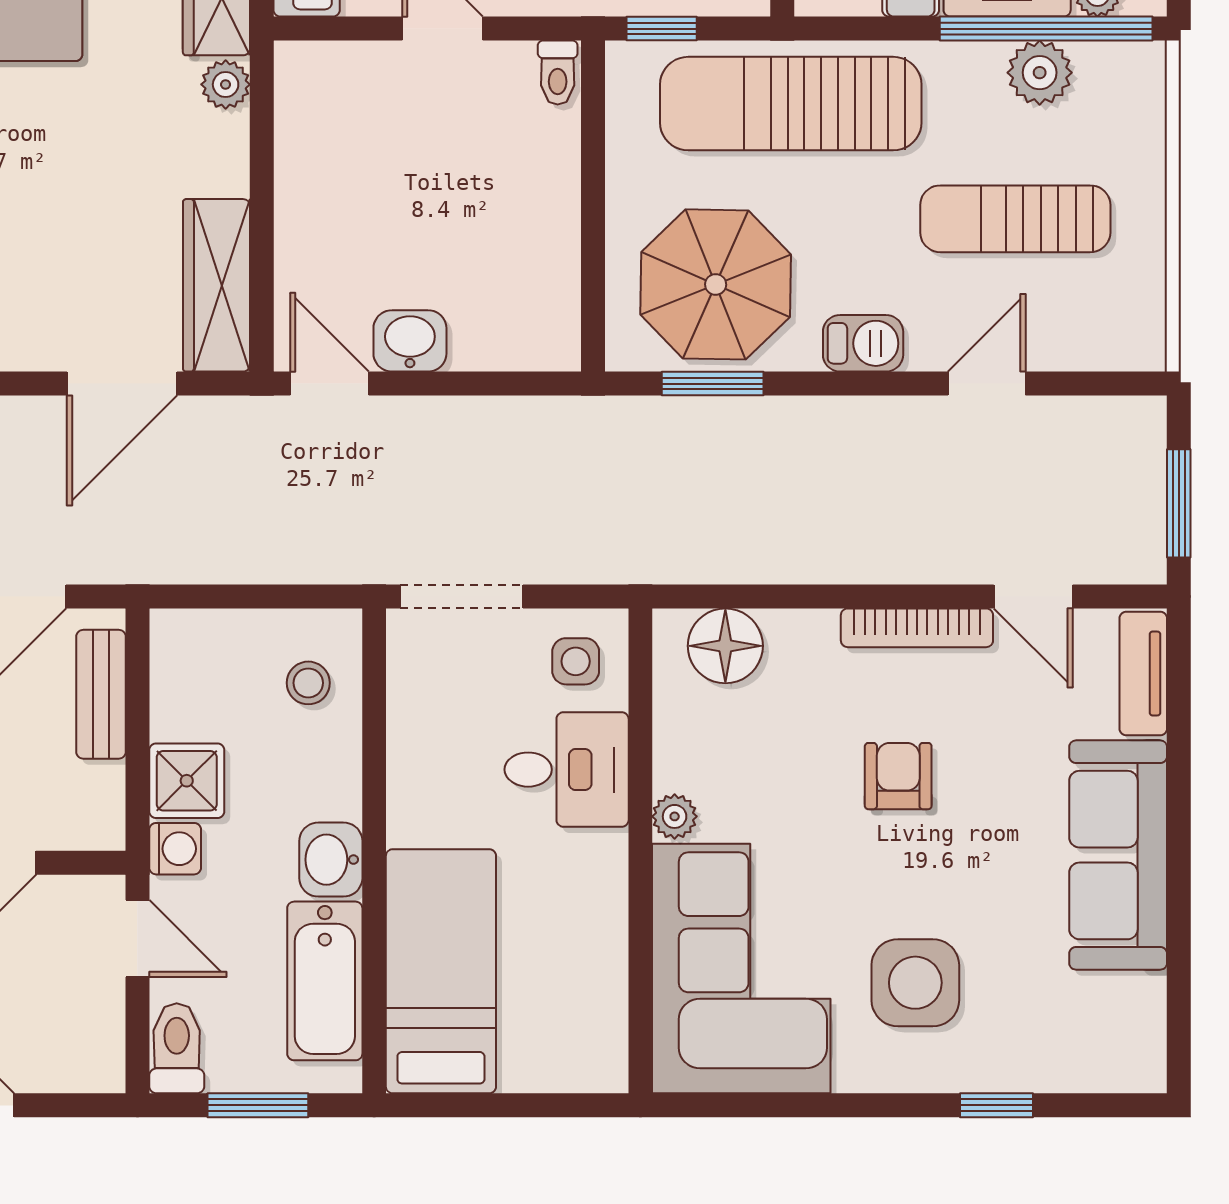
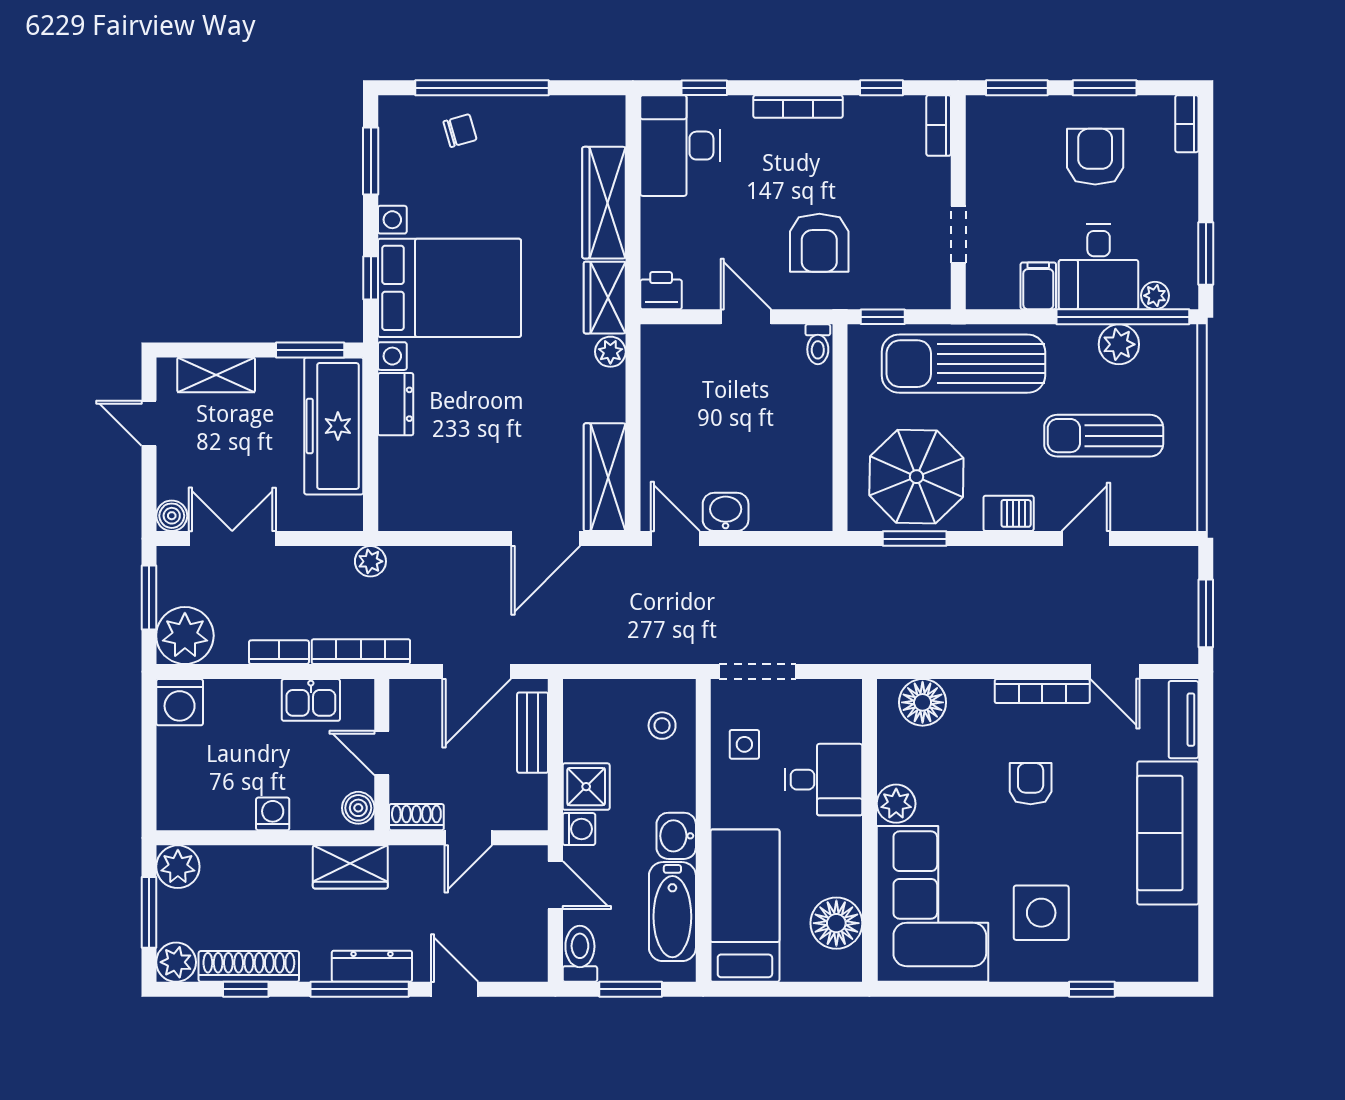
side table: (576, 661) -> (744, 744), moved
plant: (675, 816) -> (896, 804), width x1.38, depth x1.38
floor lamp: (587, 999) -> (836, 923), added

